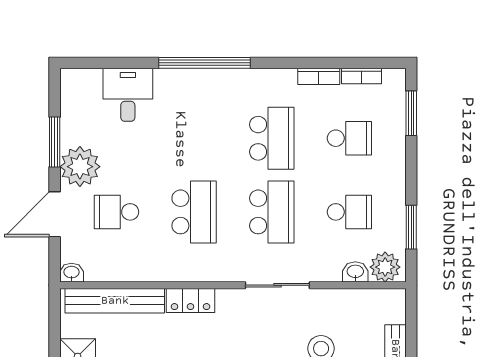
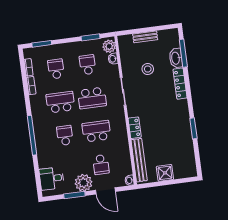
desk: (128, 95) -> (52, 178), moved
school desk: (194, 138) -> (65, 135), added
school desk: (272, 212) -> (92, 98), turned 180

